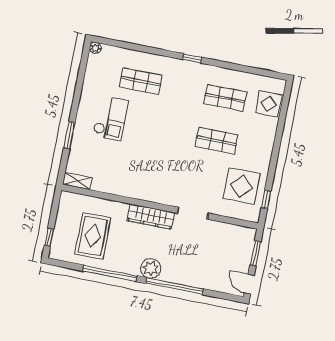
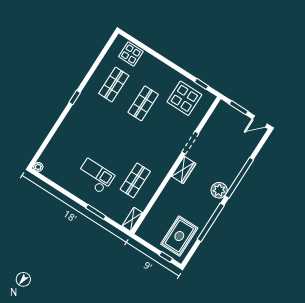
shop shelf: (141, 81) -> (135, 180), moved
wardrobe: (151, 217) -> (184, 170), width x0.67
rug: (93, 236) -> (179, 236), moved, turned 90

